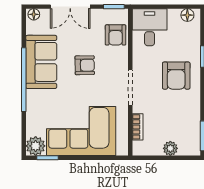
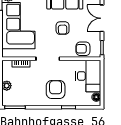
desk: (150, 27) -> (88, 76), width x1.37
armchair: (176, 76) -> (56, 90), turned 90

